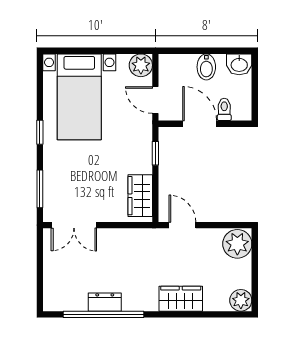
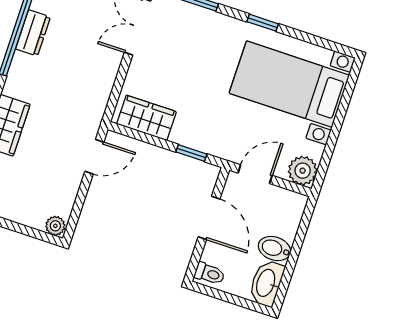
washbasin: (239, 64) -> (266, 283), width x1.38
toilet: (224, 109) -> (210, 274), moved
door: (200, 124) -> (209, 218), hinge flipped
plant: (237, 244) -> (55, 226), width x0.53, depth x0.53

